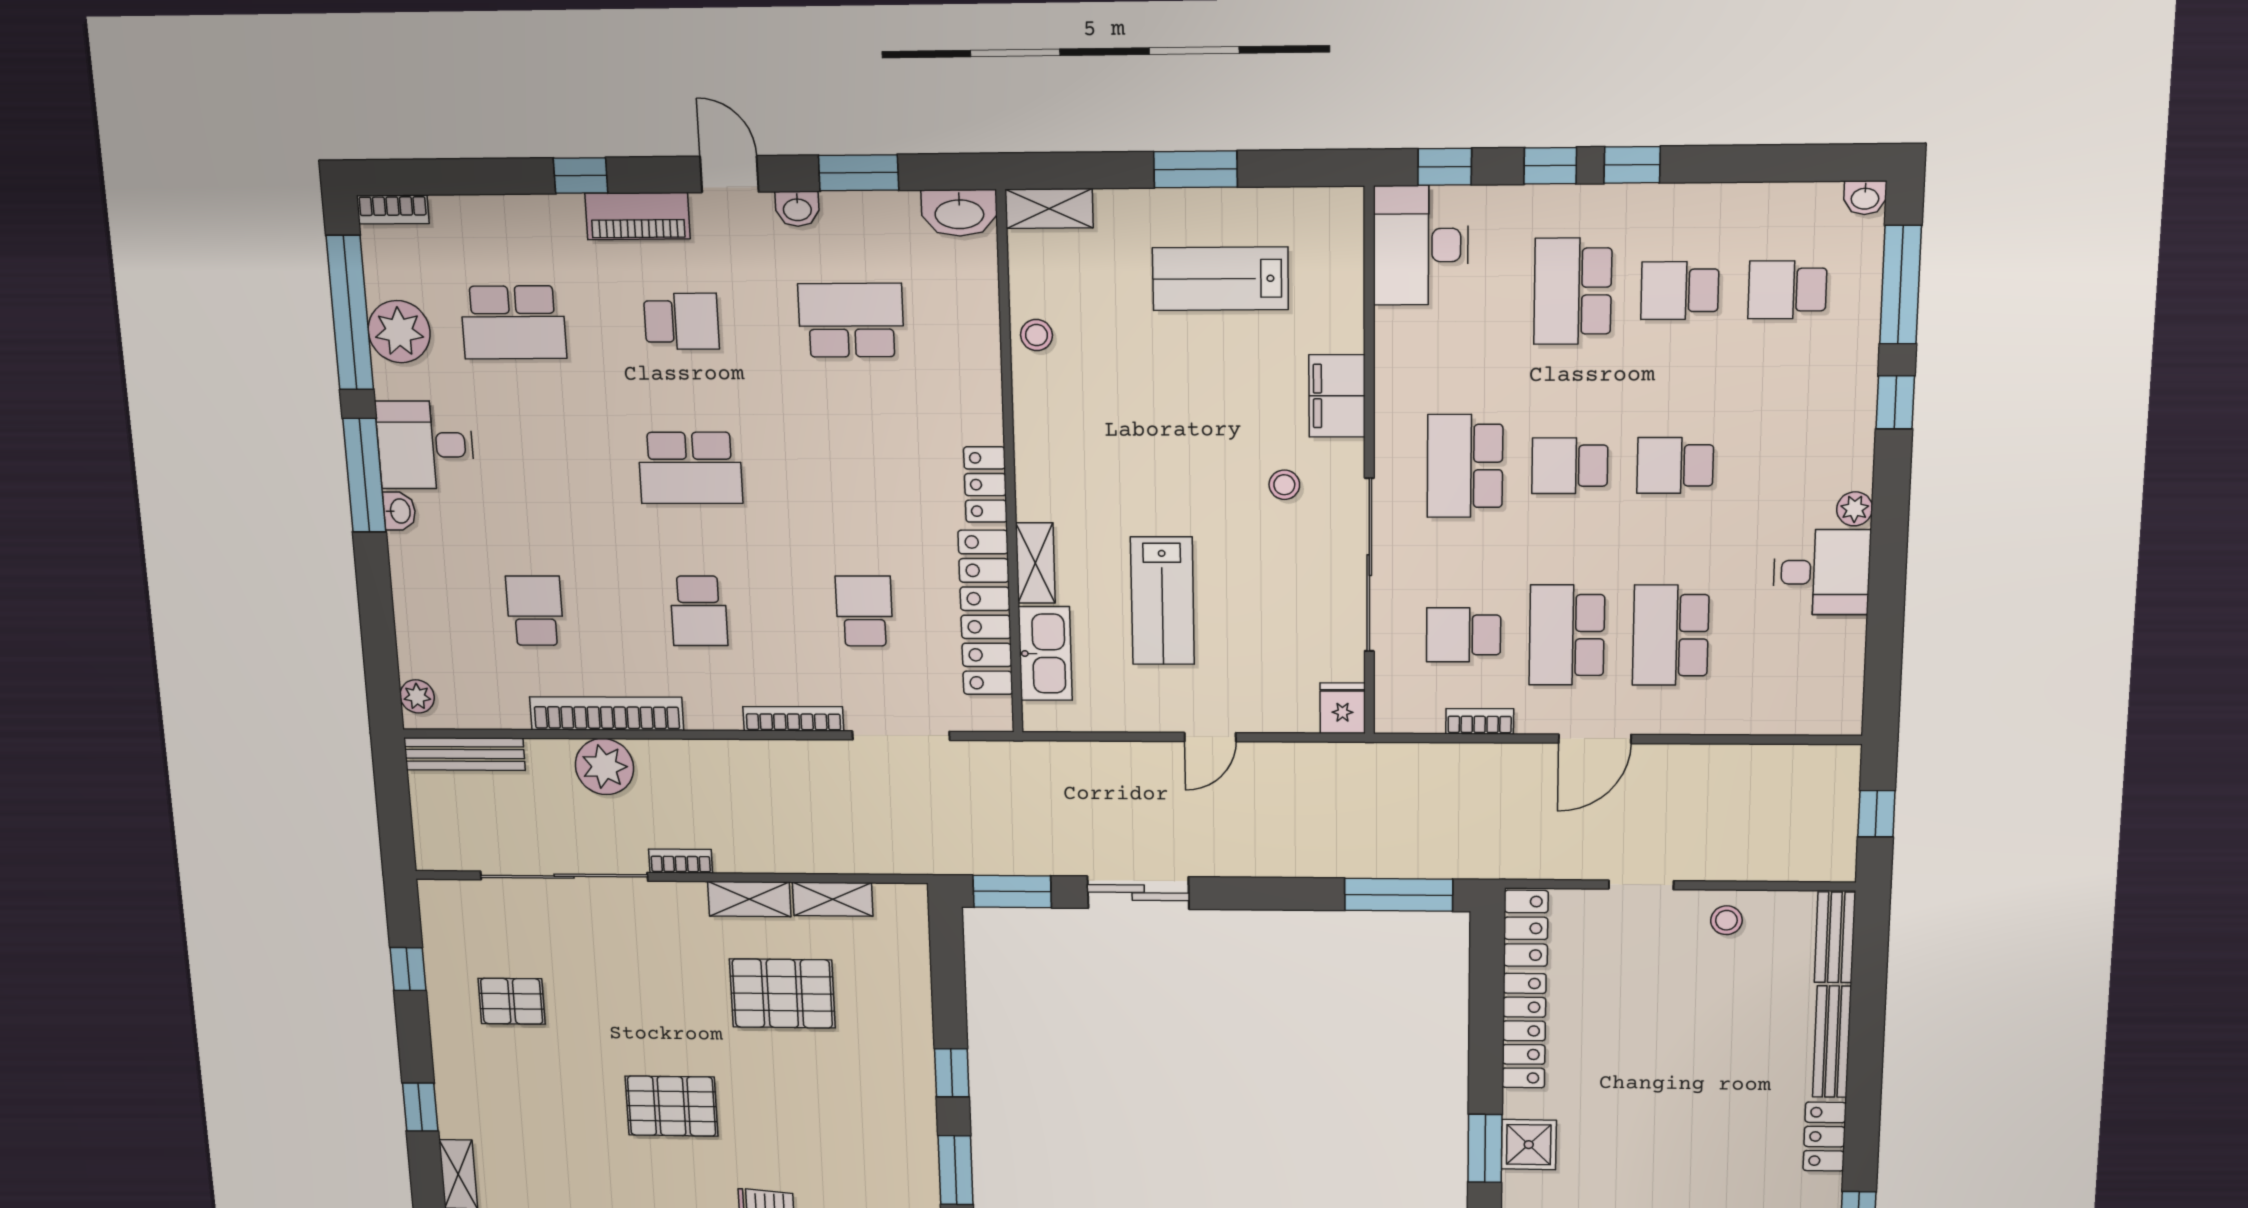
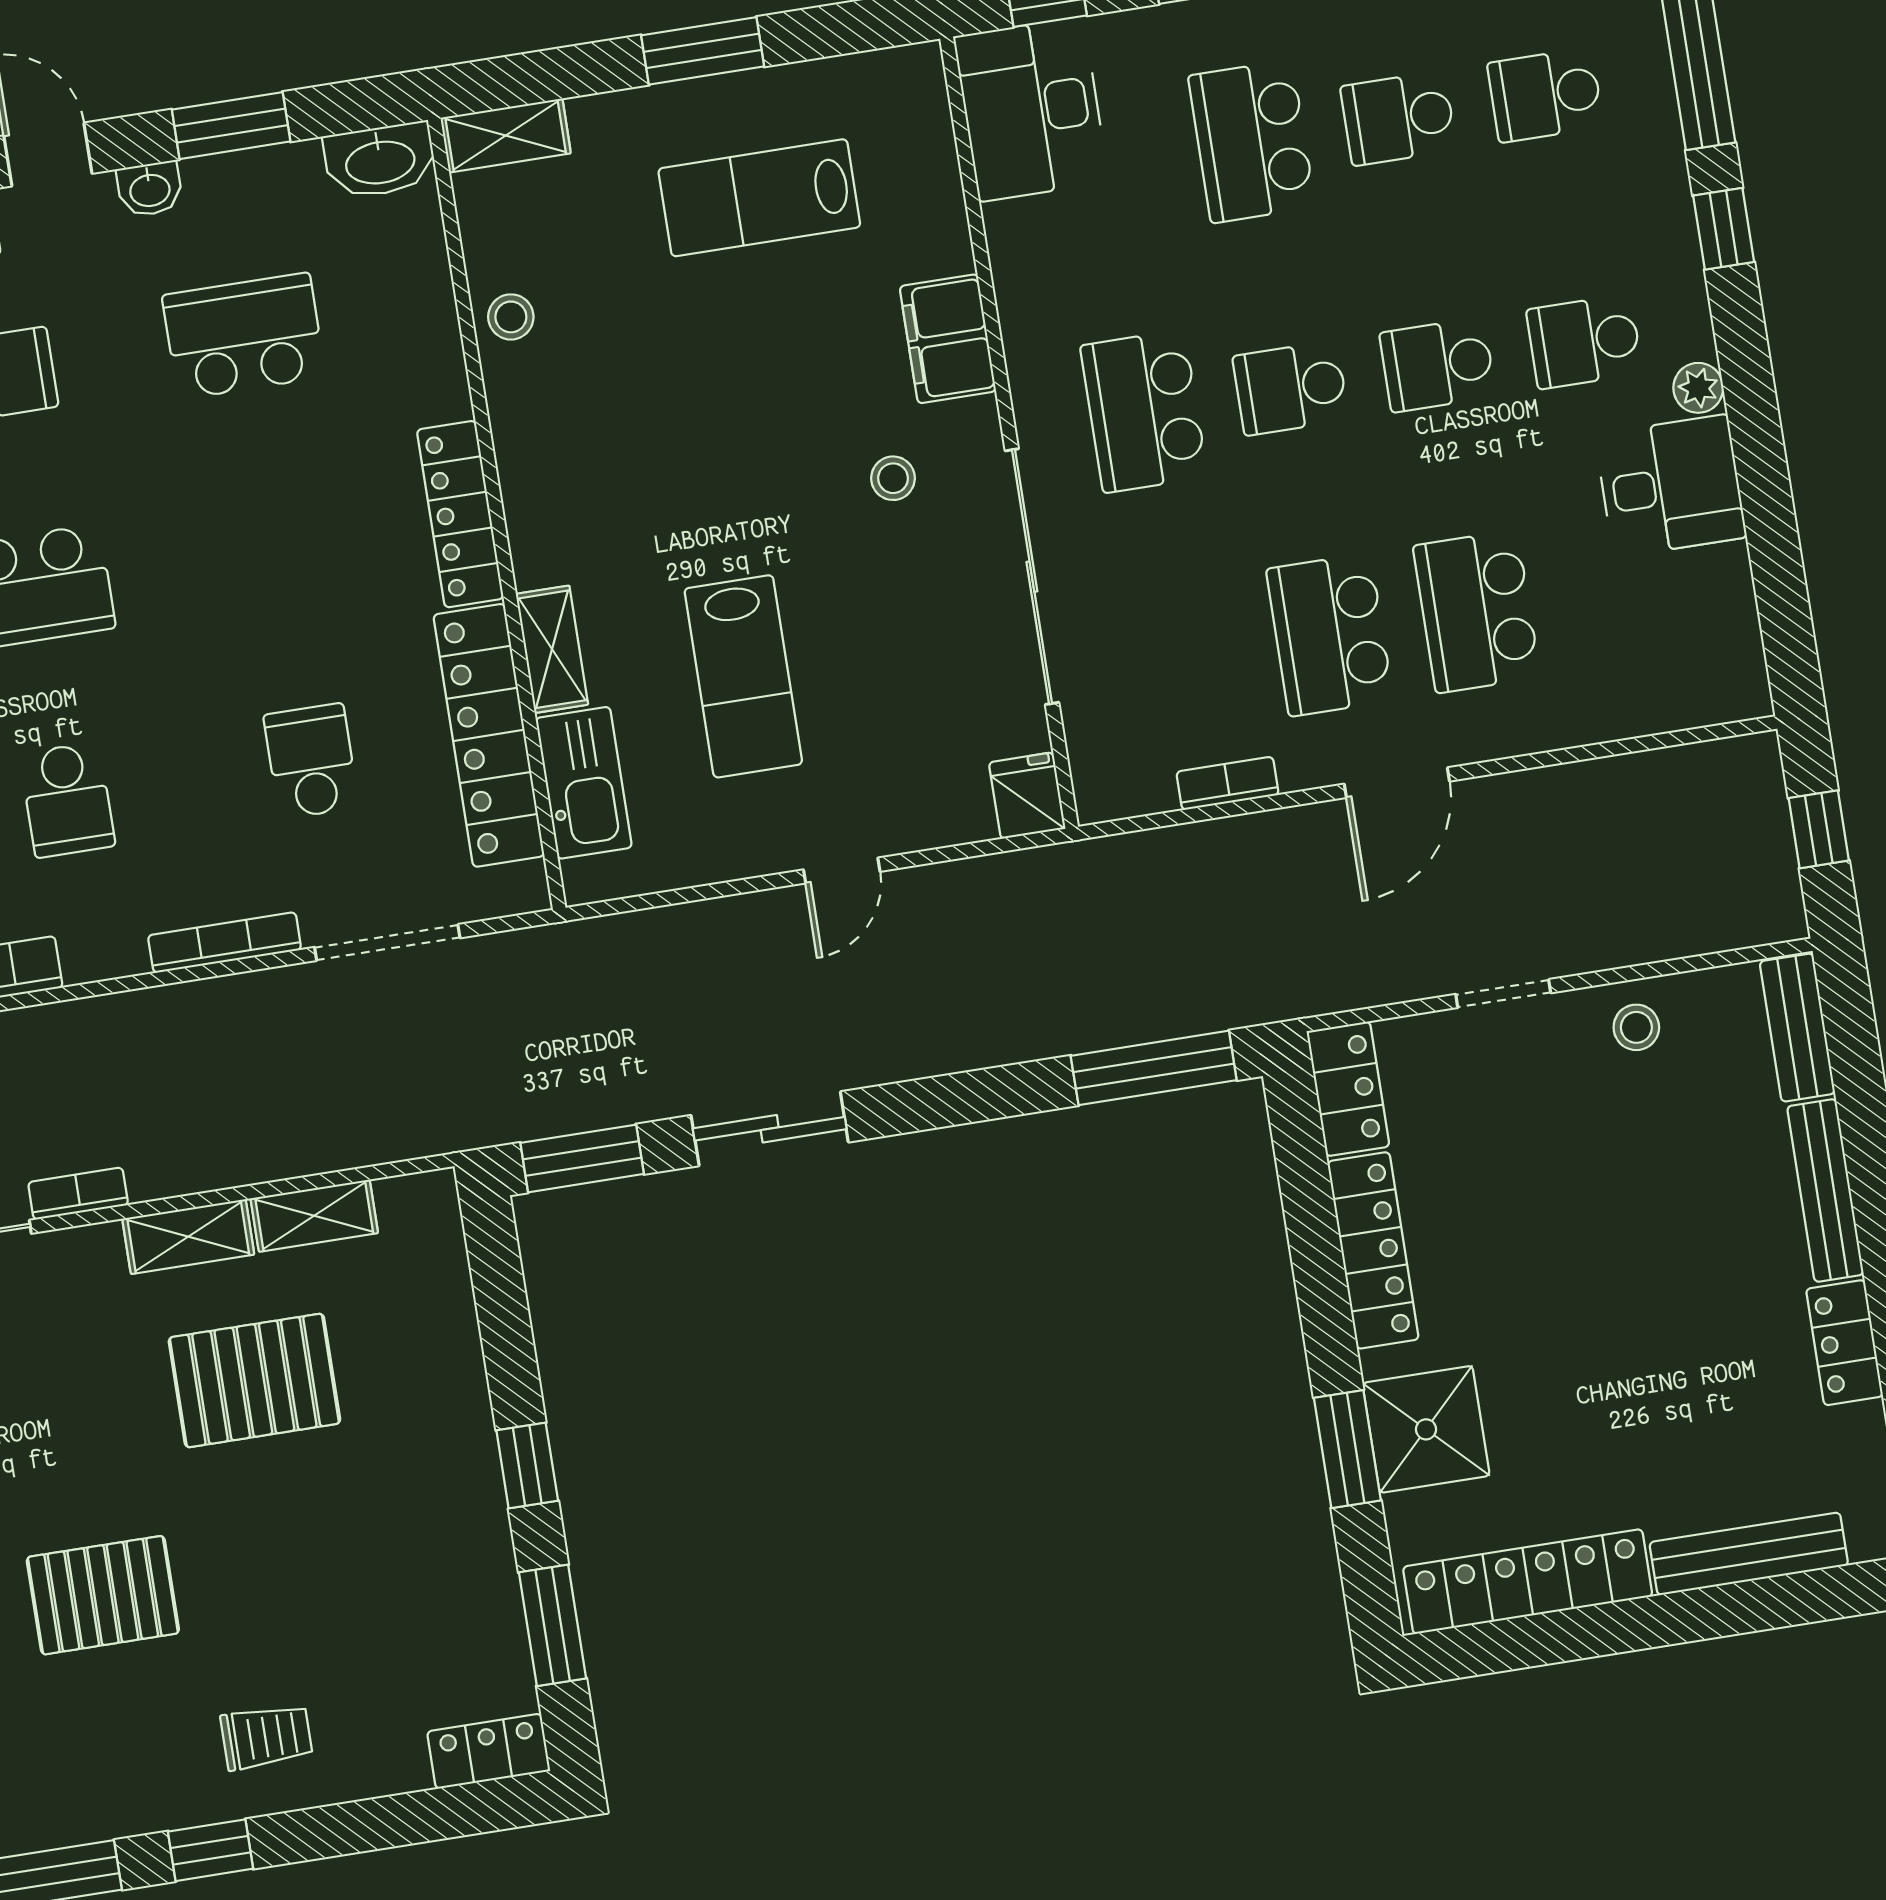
locker: (985, 485) -> (460, 514), width x1.53
school desk: (1464, 635) -> (1584, 342), moved
shower: (1529, 1145) -> (1426, 1429), width x1.36, depth x1.36

